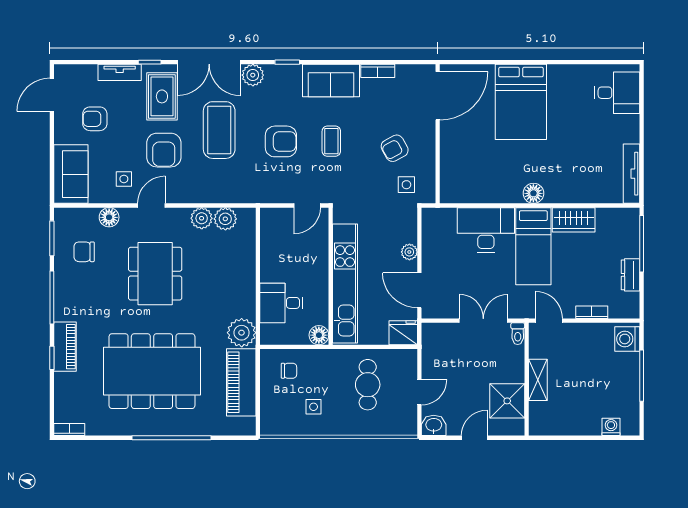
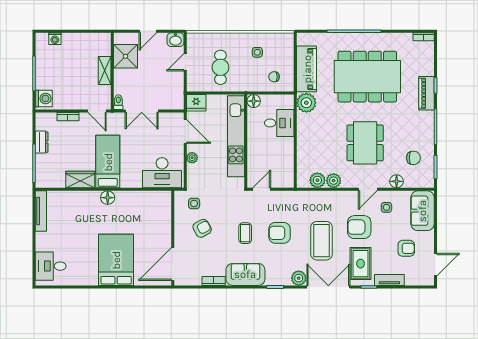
armchair: (164, 150) -> (359, 227), turned -90
desk: (486, 230) -> (162, 173), moved

